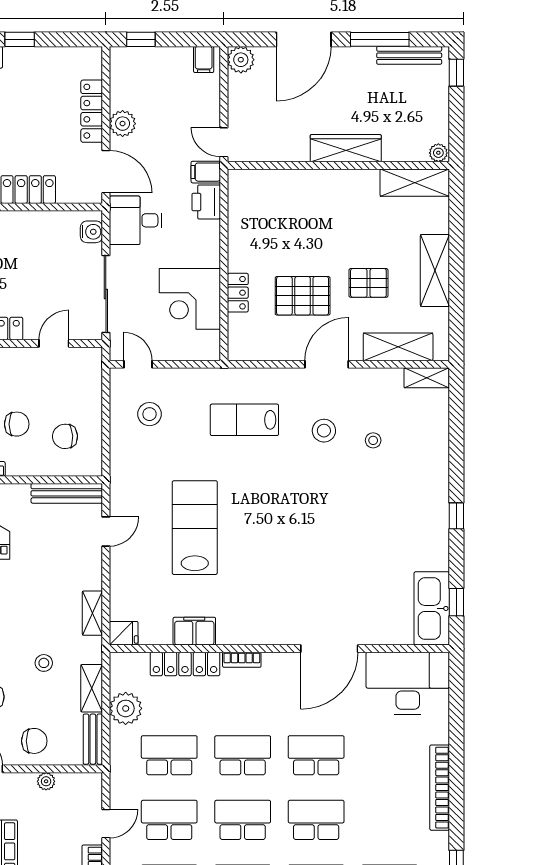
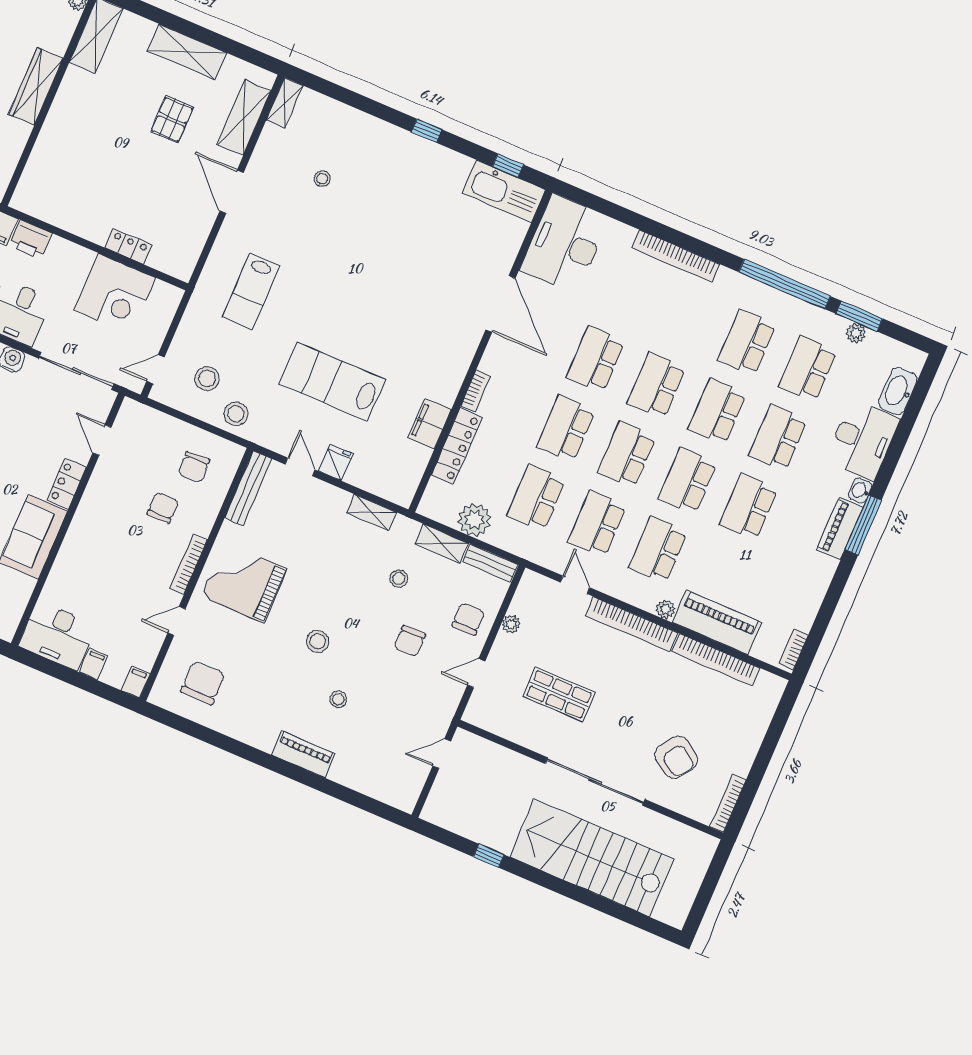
pallet: (303, 296) -> (157, 187), removed
stool: (324, 431) -> (236, 414), moved
fridge: (124, 633) -> (336, 462), moved

